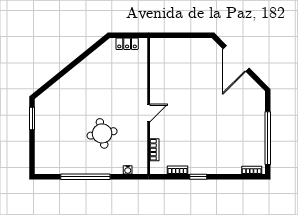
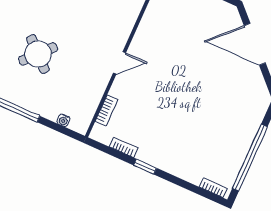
door: (236, 58) -> (255, 44), hinge flipped
round table: (102, 133) -> (38, 54), moved, turned -36

